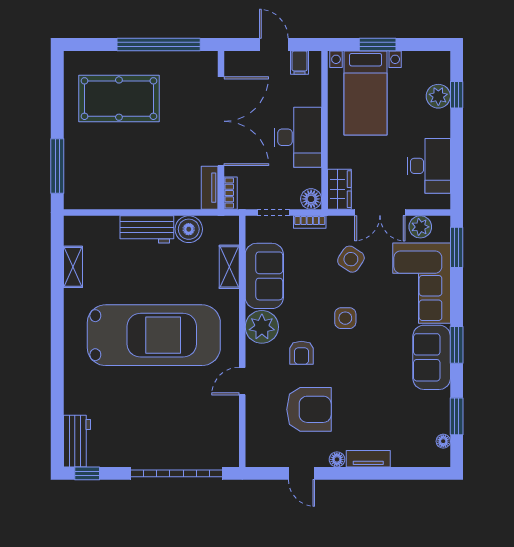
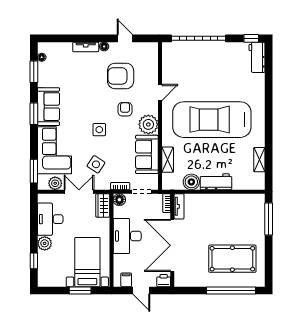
window: (159, 45) -> (231, 290), moved
printer: (236, 61) -> (164, 281), added
plant: (438, 96) -> (45, 243), moved

